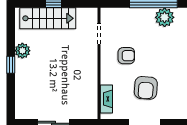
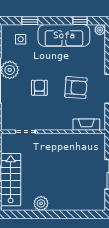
armchair: (126, 56) -> (39, 88), moved
window: (11, 65) -> (54, 214), removed

